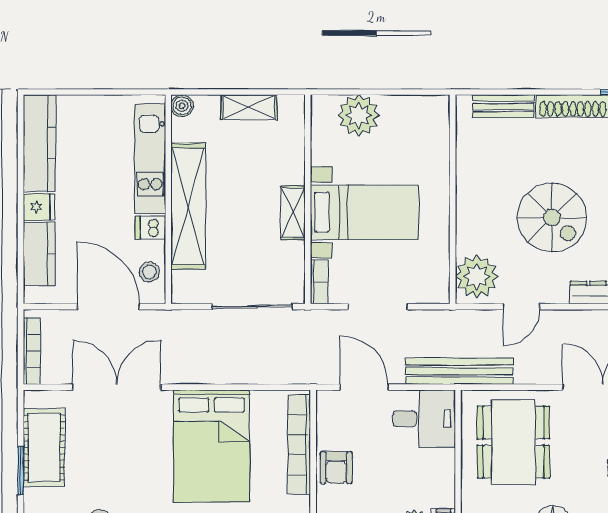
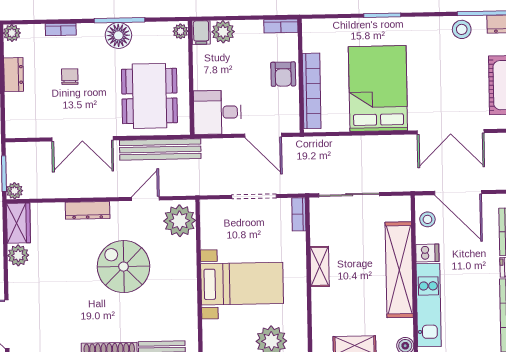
bed with nightstands: (364, 212) -> (242, 284), moved, turned 180
bench: (459, 371) -> (160, 149), moved
armchair: (336, 468) -> (283, 74), turned 180

